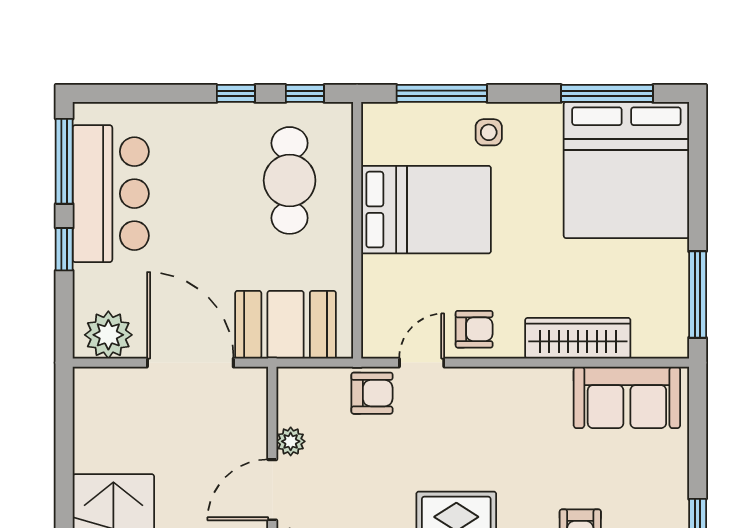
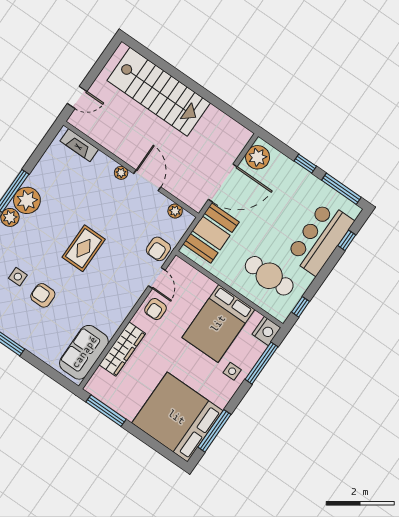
window: (236, 93) -> (347, 240), moved
nightstand: (383, 122) -> (266, 331), added
bar counter: (111, 194) -> (320, 238), moved, turned 90
plant: (291, 441) -> (175, 211), moved

